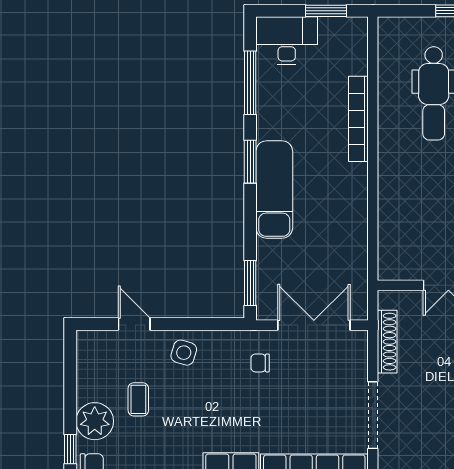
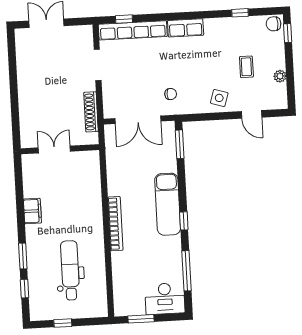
bookcase: (358, 119) -> (115, 224), moved
window: (250, 162) -> (184, 221), width x0.67
doorway: (373, 415) -> (98, 65), width x0.73
plant: (95, 421) -> (280, 76), moved, width x0.53, depth x0.53

